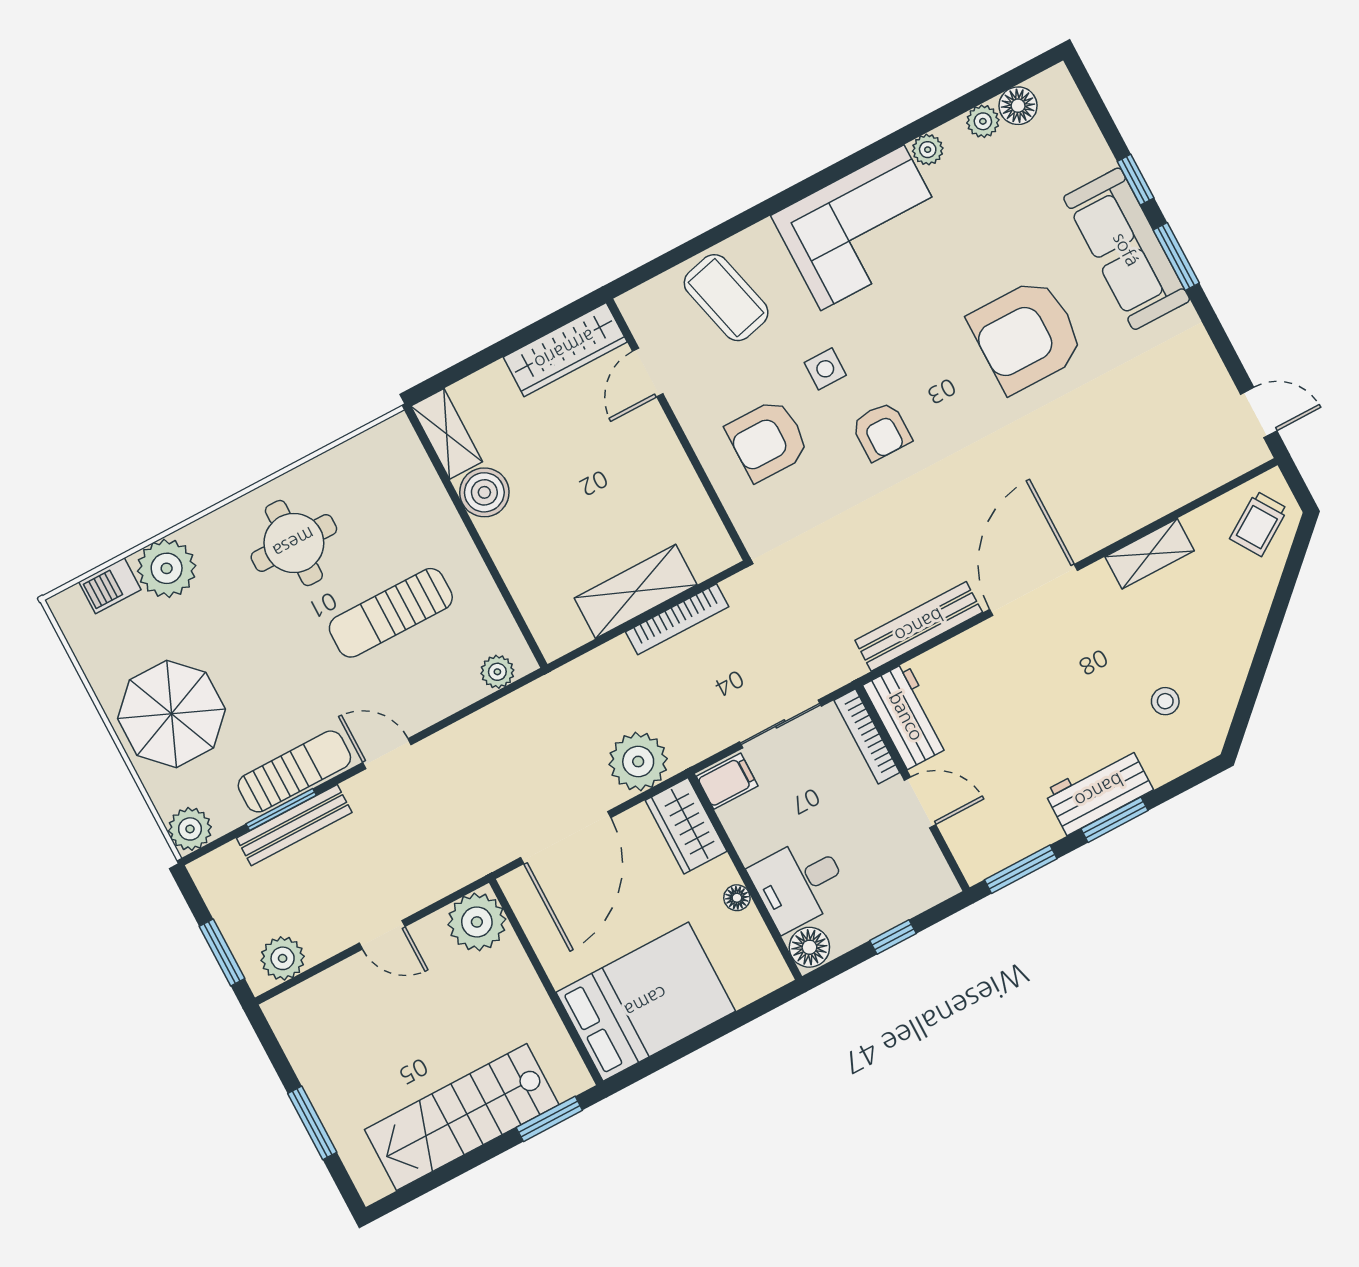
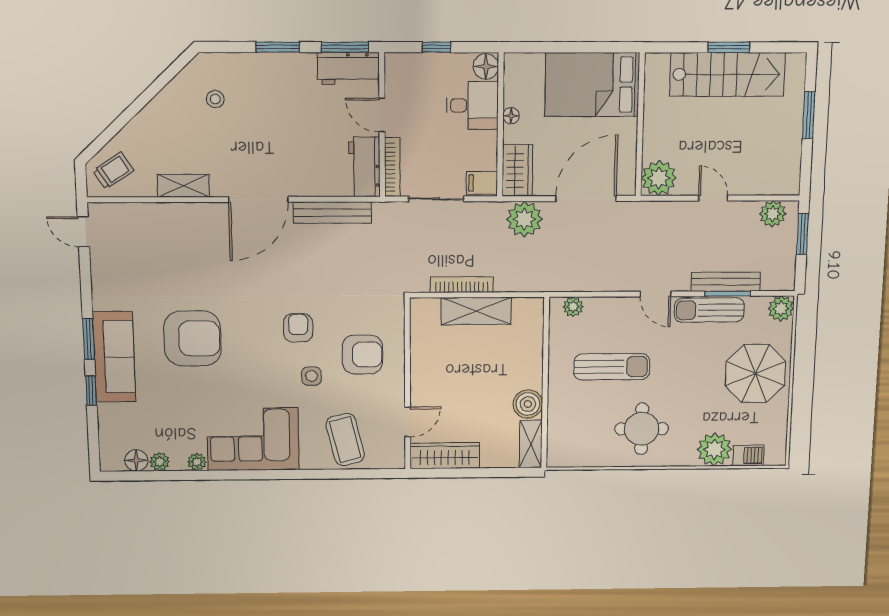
workbench: (1099, 791) -> (348, 68), moved
window: (549, 1119) -> (729, 47), moved

